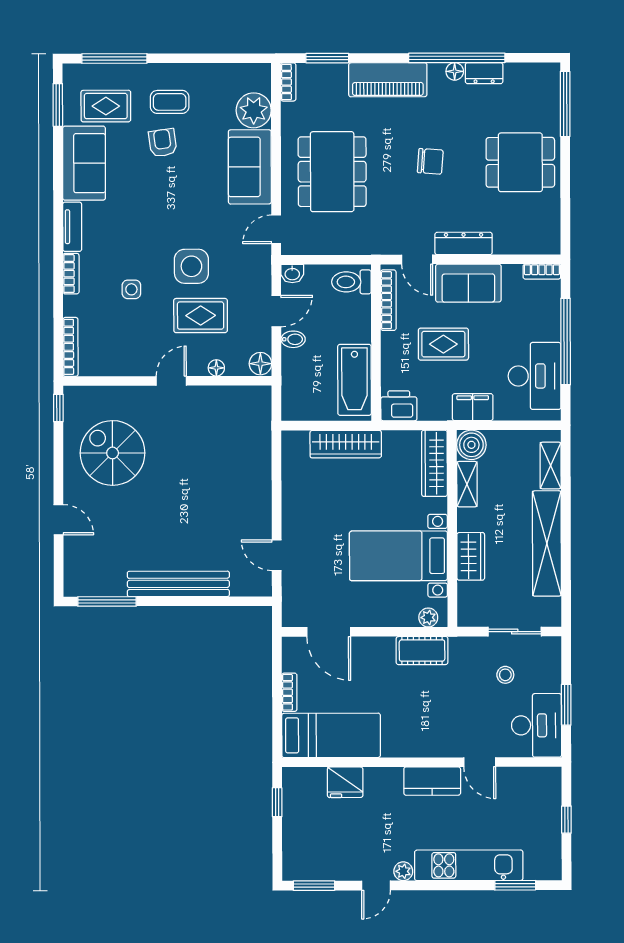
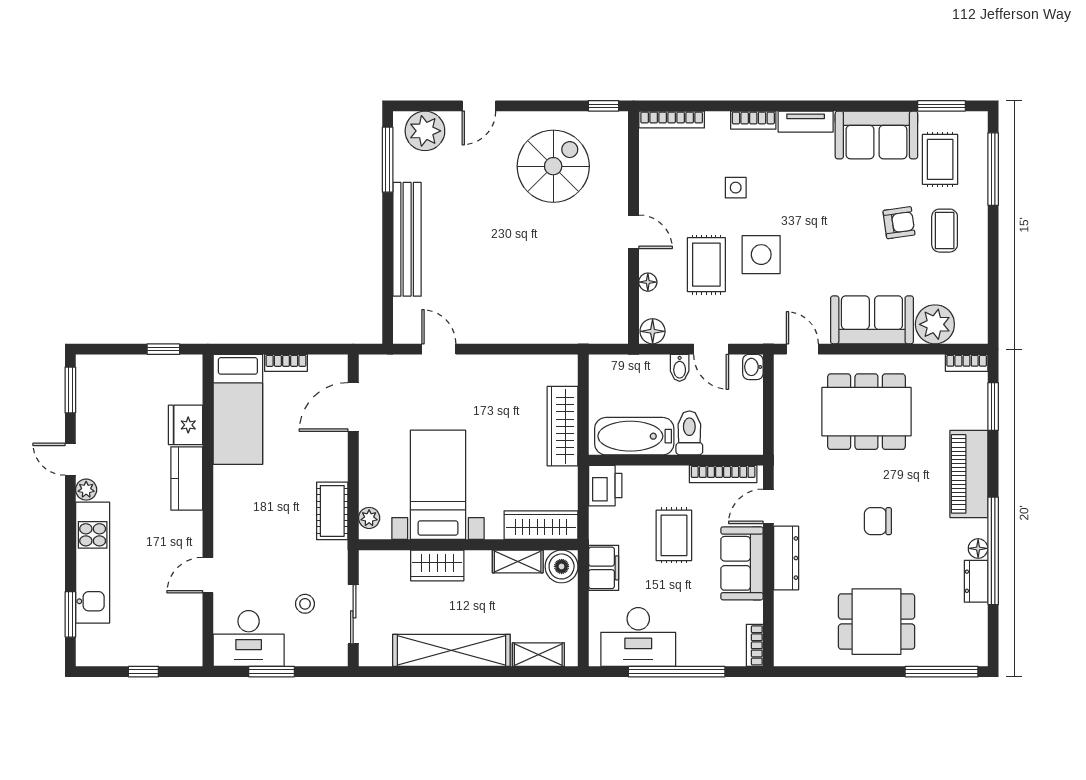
chair: (430, 161) -> (878, 521), turned 86
dining table: (520, 162) -> (877, 622), turned 90
toilet: (351, 282) -> (689, 433), moved
door: (277, 555) -> (439, 349), hinge flipped
plant: (81, 568) -> (425, 131), added
kitchen counter: (432, 781) -> (187, 478), moved

